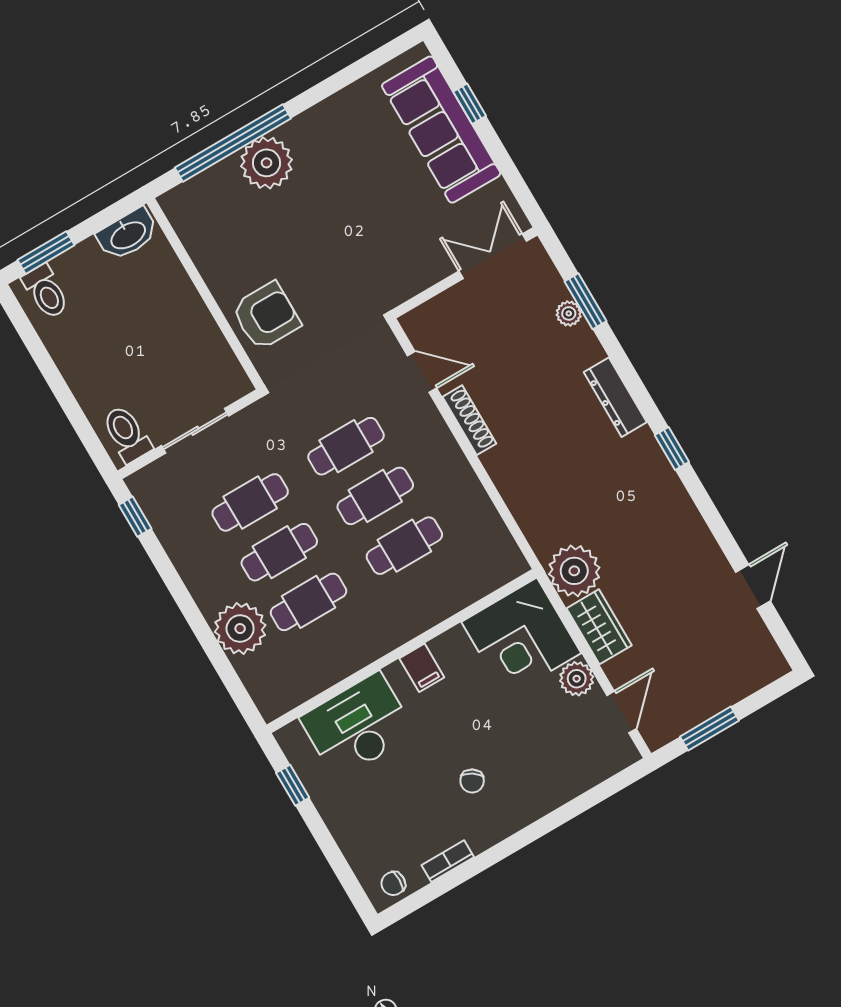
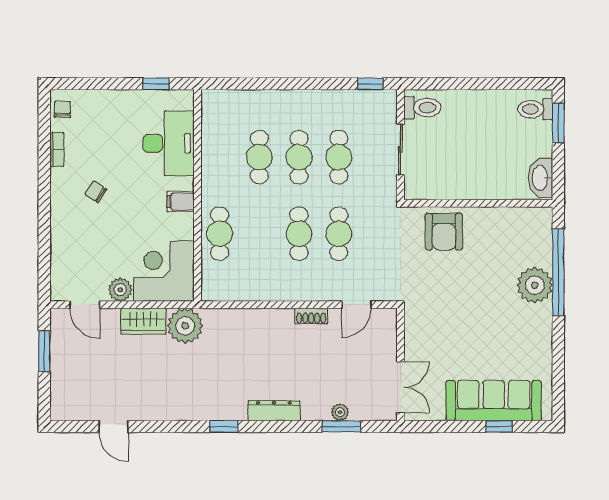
shoe rack: (469, 420) -> (311, 316), width x0.70
cafe table: (404, 546) -> (220, 234), moved
plant: (240, 629) -> (267, 107), removed

